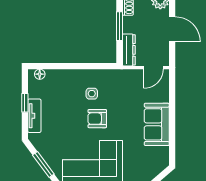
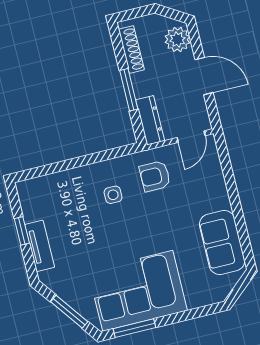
floor lamp: (40, 74) -> (33, 185), removed
armchair: (97, 119) -> (155, 176), moved
sofa: (157, 124) -> (222, 242), moved

